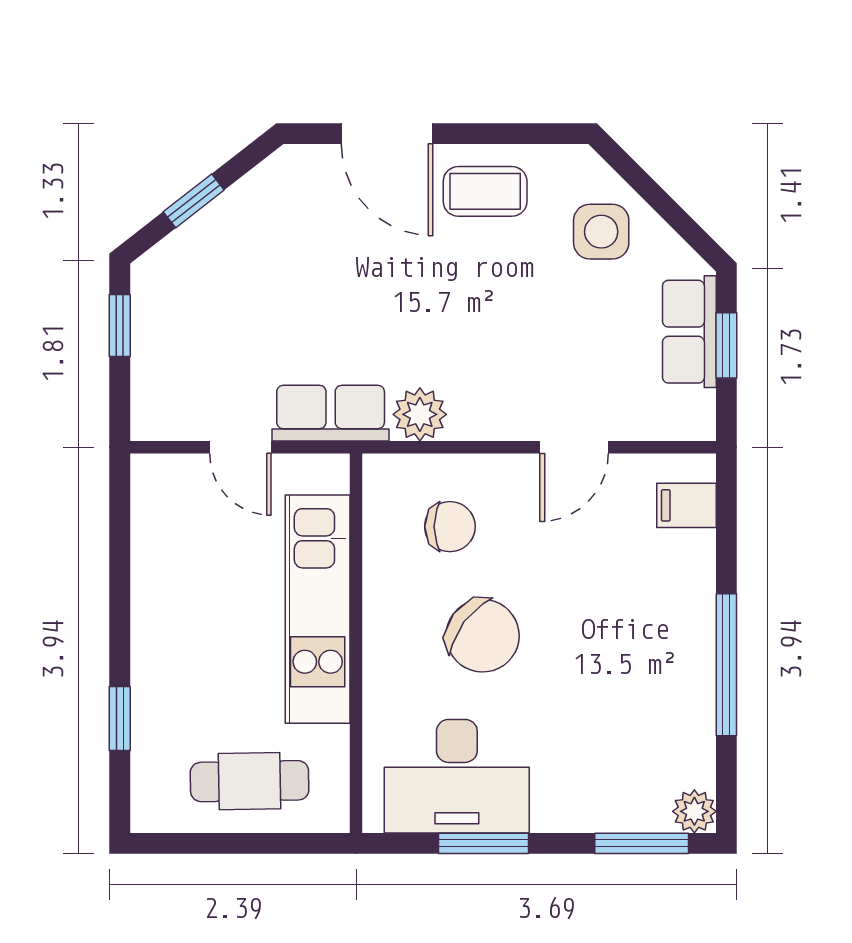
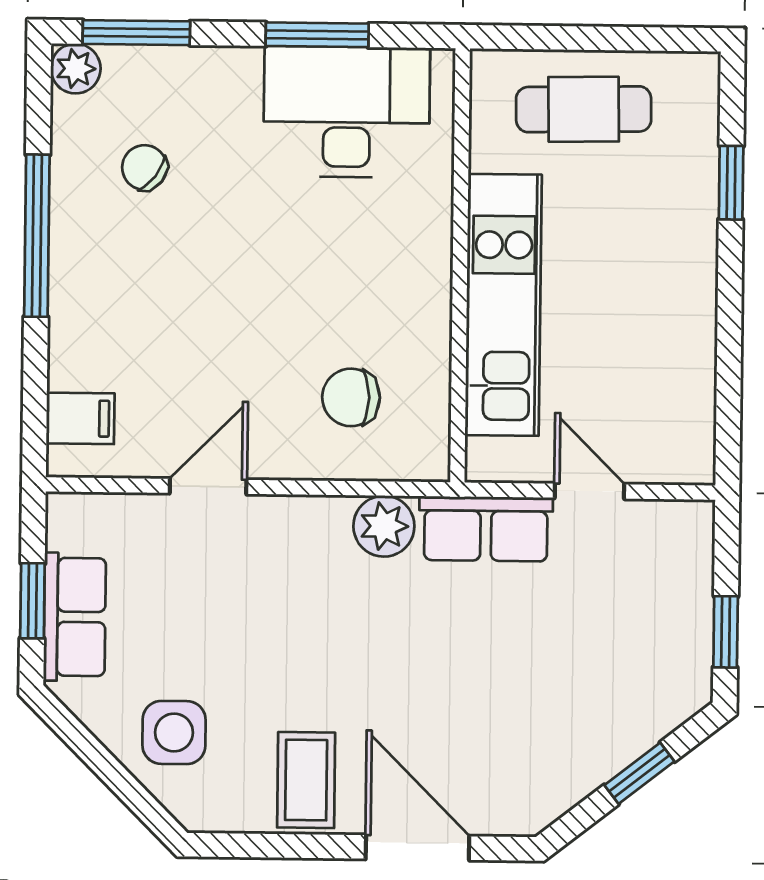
coffee table: (485, 191) -> (306, 780), turned 90
chair: (483, 636) -> (144, 167), moved, width x0.54, depth x0.54

